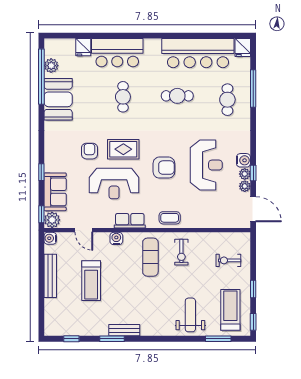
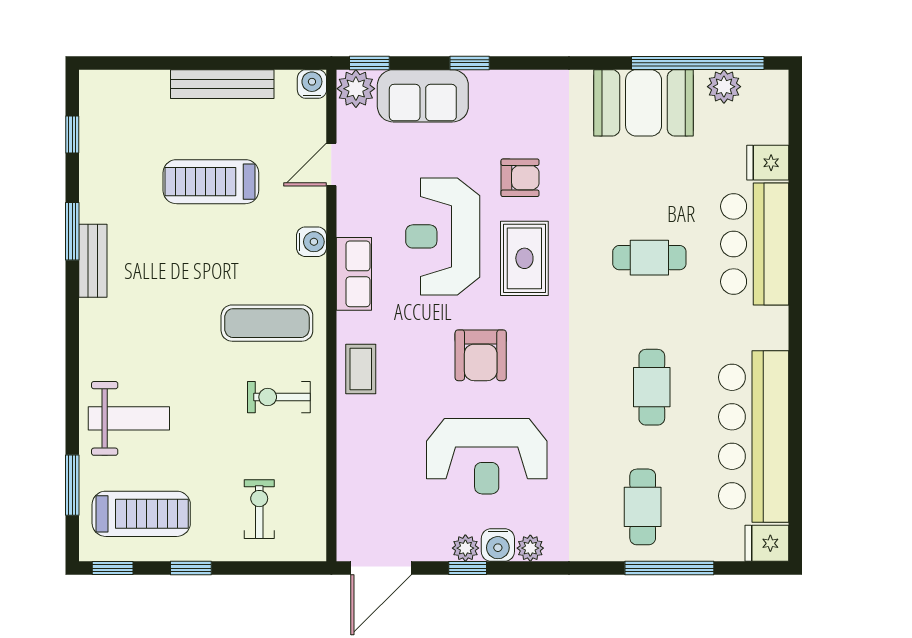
cafe table: (227, 100) -> (643, 507), turned 90
plant: (245, 186) -> (530, 548), moved

